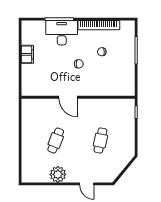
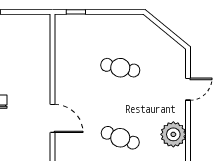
door: (68, 97) -> (52, 118), hinge flipped

